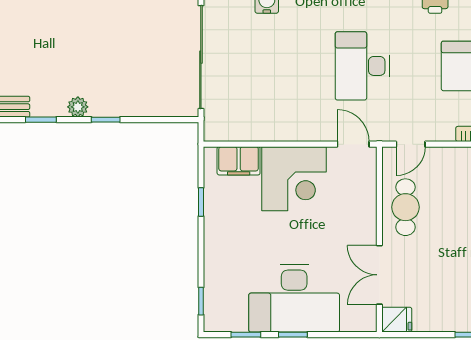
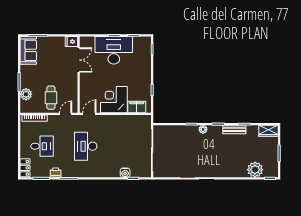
desk: (362, 66) -> (86, 146), turned 180
door: (353, 144) -> (89, 114), swing flipped
cafe table: (405, 207) -> (51, 98), moved

